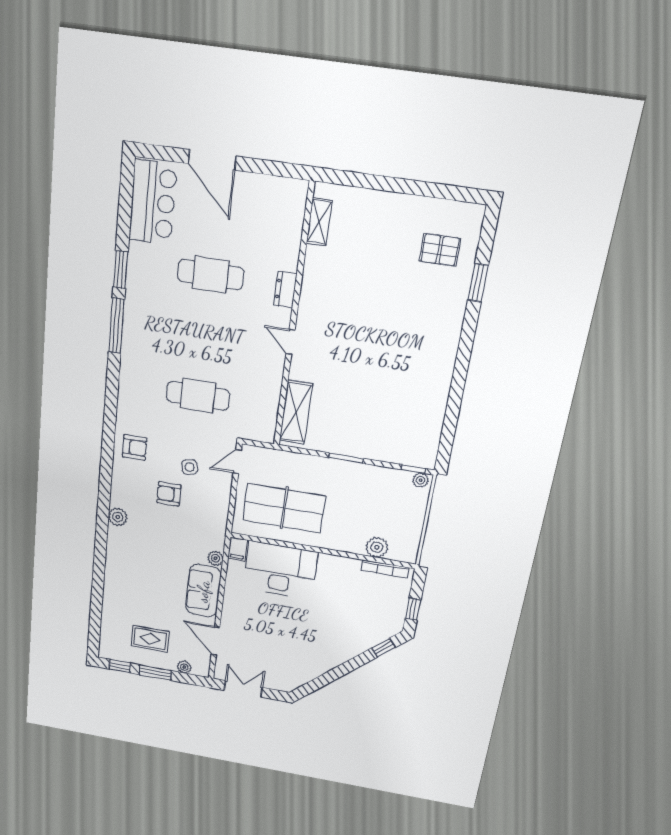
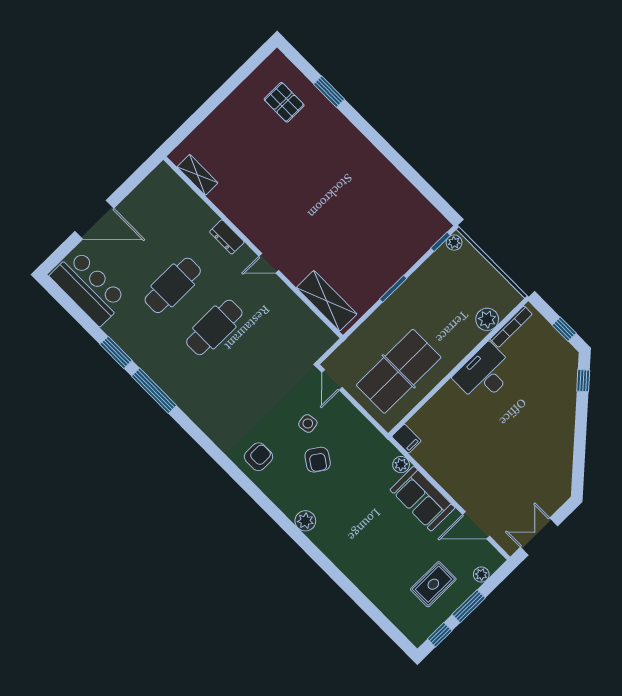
pallet: (440, 250) -> (284, 102), turned 90
cafe table: (198, 396) -> (214, 327), moved
armchair: (169, 494) -> (318, 460), turned -56
desk: (280, 570) -> (485, 374), moved, width x0.73, depth x0.77

